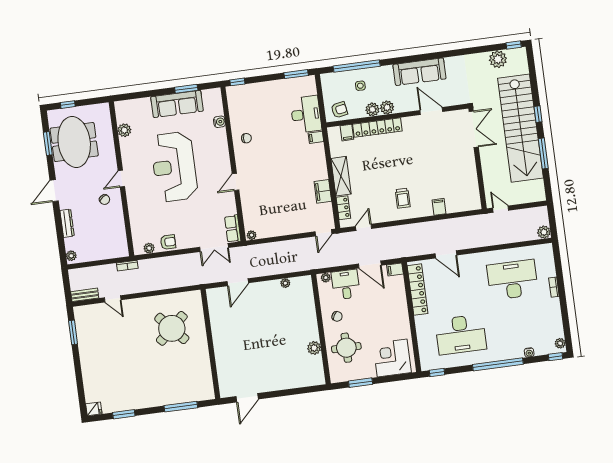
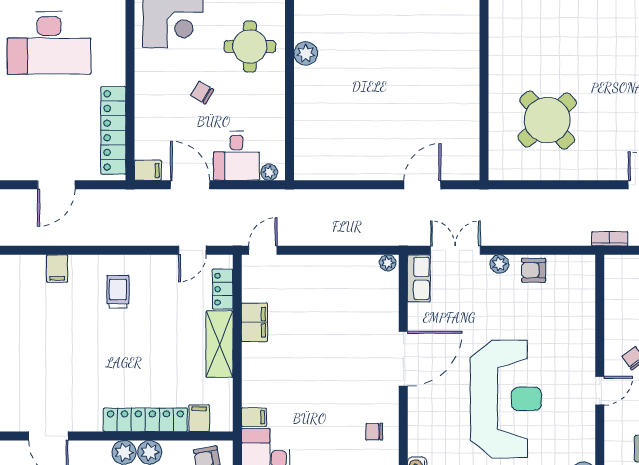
door: (236, 182) -> (403, 359), width x1.88
plant: (149, 248) -> (499, 264), moved
door: (446, 254) -> (56, 185), swing flipped
plant: (285, 283) -> (341, 172), removed
chair: (337, 316) -> (202, 93), moved
desk: (461, 334) -> (49, 43), turned 180

